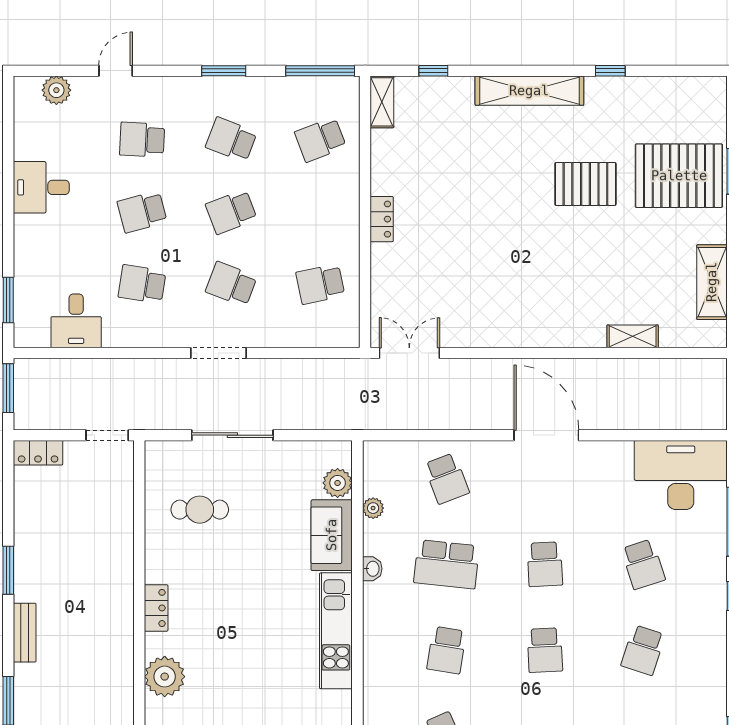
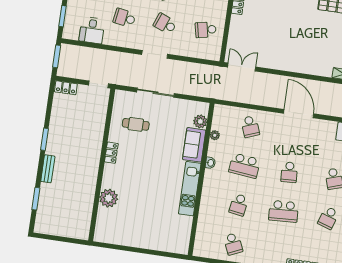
locker: (156, 608) -> (111, 153), moved
school desk: (545, 650) -> (284, 211), width x1.85

